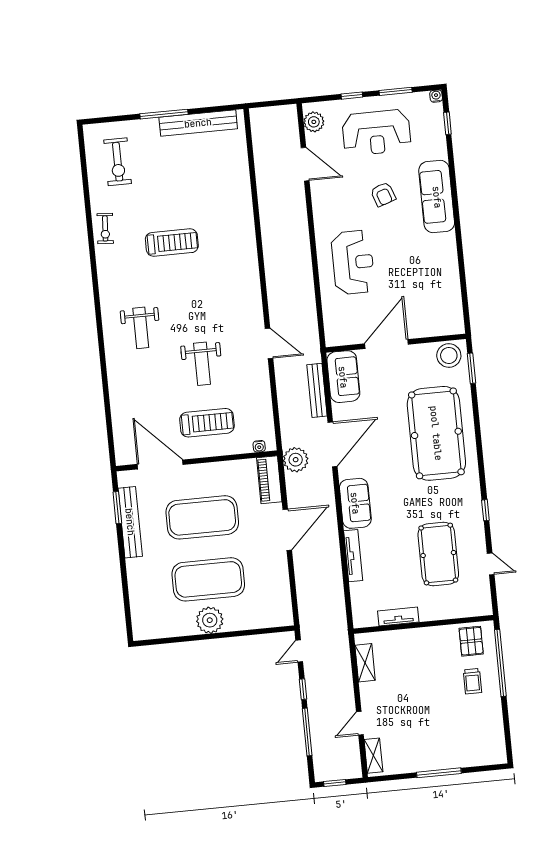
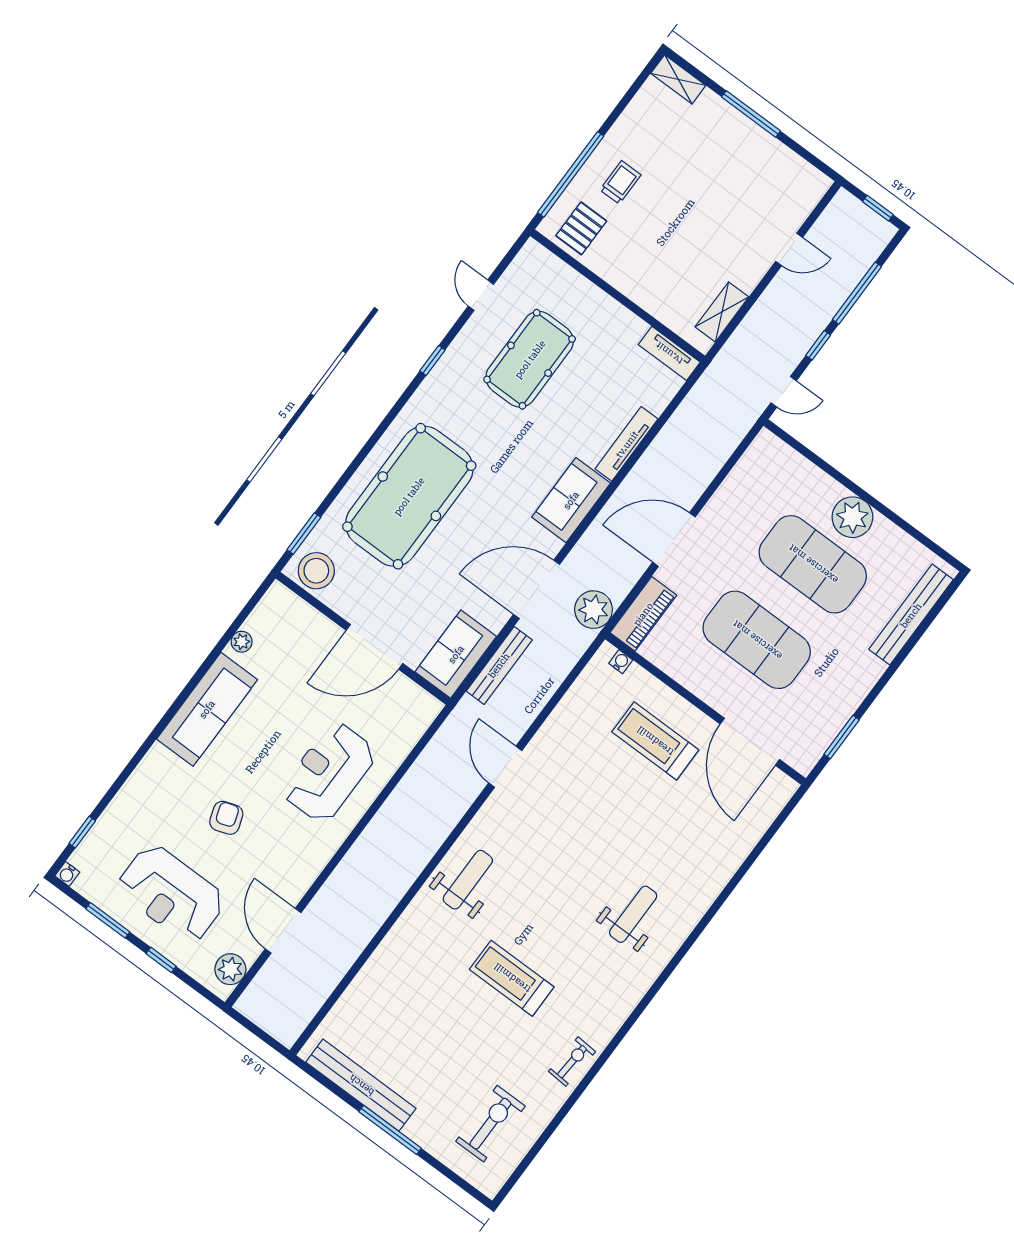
reception desk: (376, 133) -> (171, 894), turned 180
sofa: (437, 197) -> (207, 709), moved
plant: (454, 287) -> (242, 642), added
weight bench: (202, 364) -> (468, 880), moved
bench: (130, 522) -> (911, 615), moved
tv unit: (398, 616) -> (669, 353), moved
shelving: (373, 756) -> (678, 79), moved, turned 90

